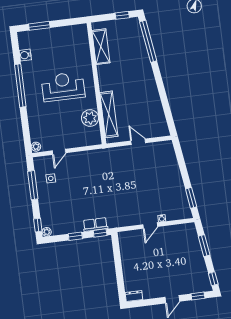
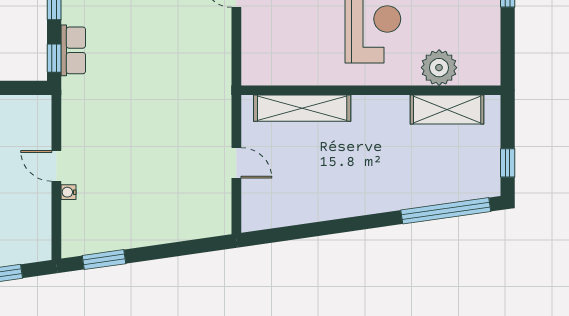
plant: (90, 118) -> (439, 68), moved
door: (138, 142) -> (236, 163), hinge flipped

